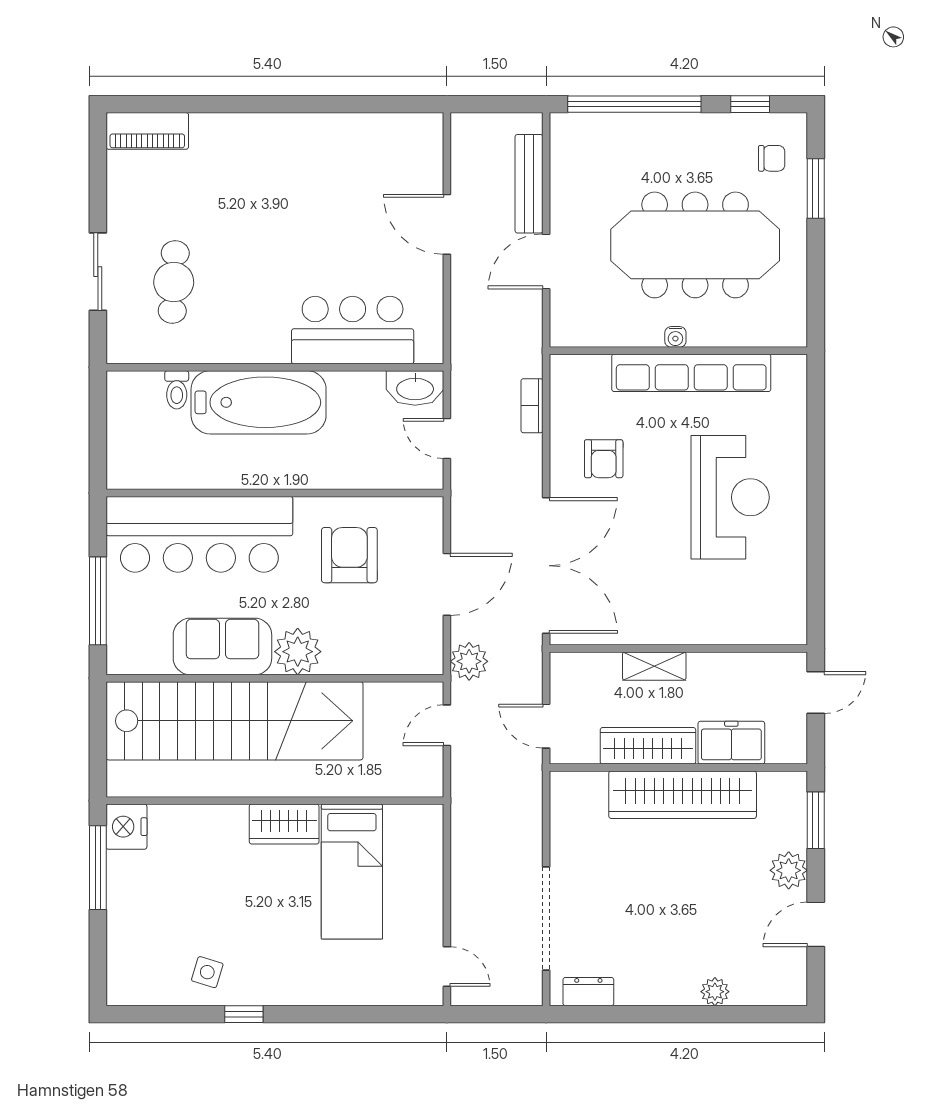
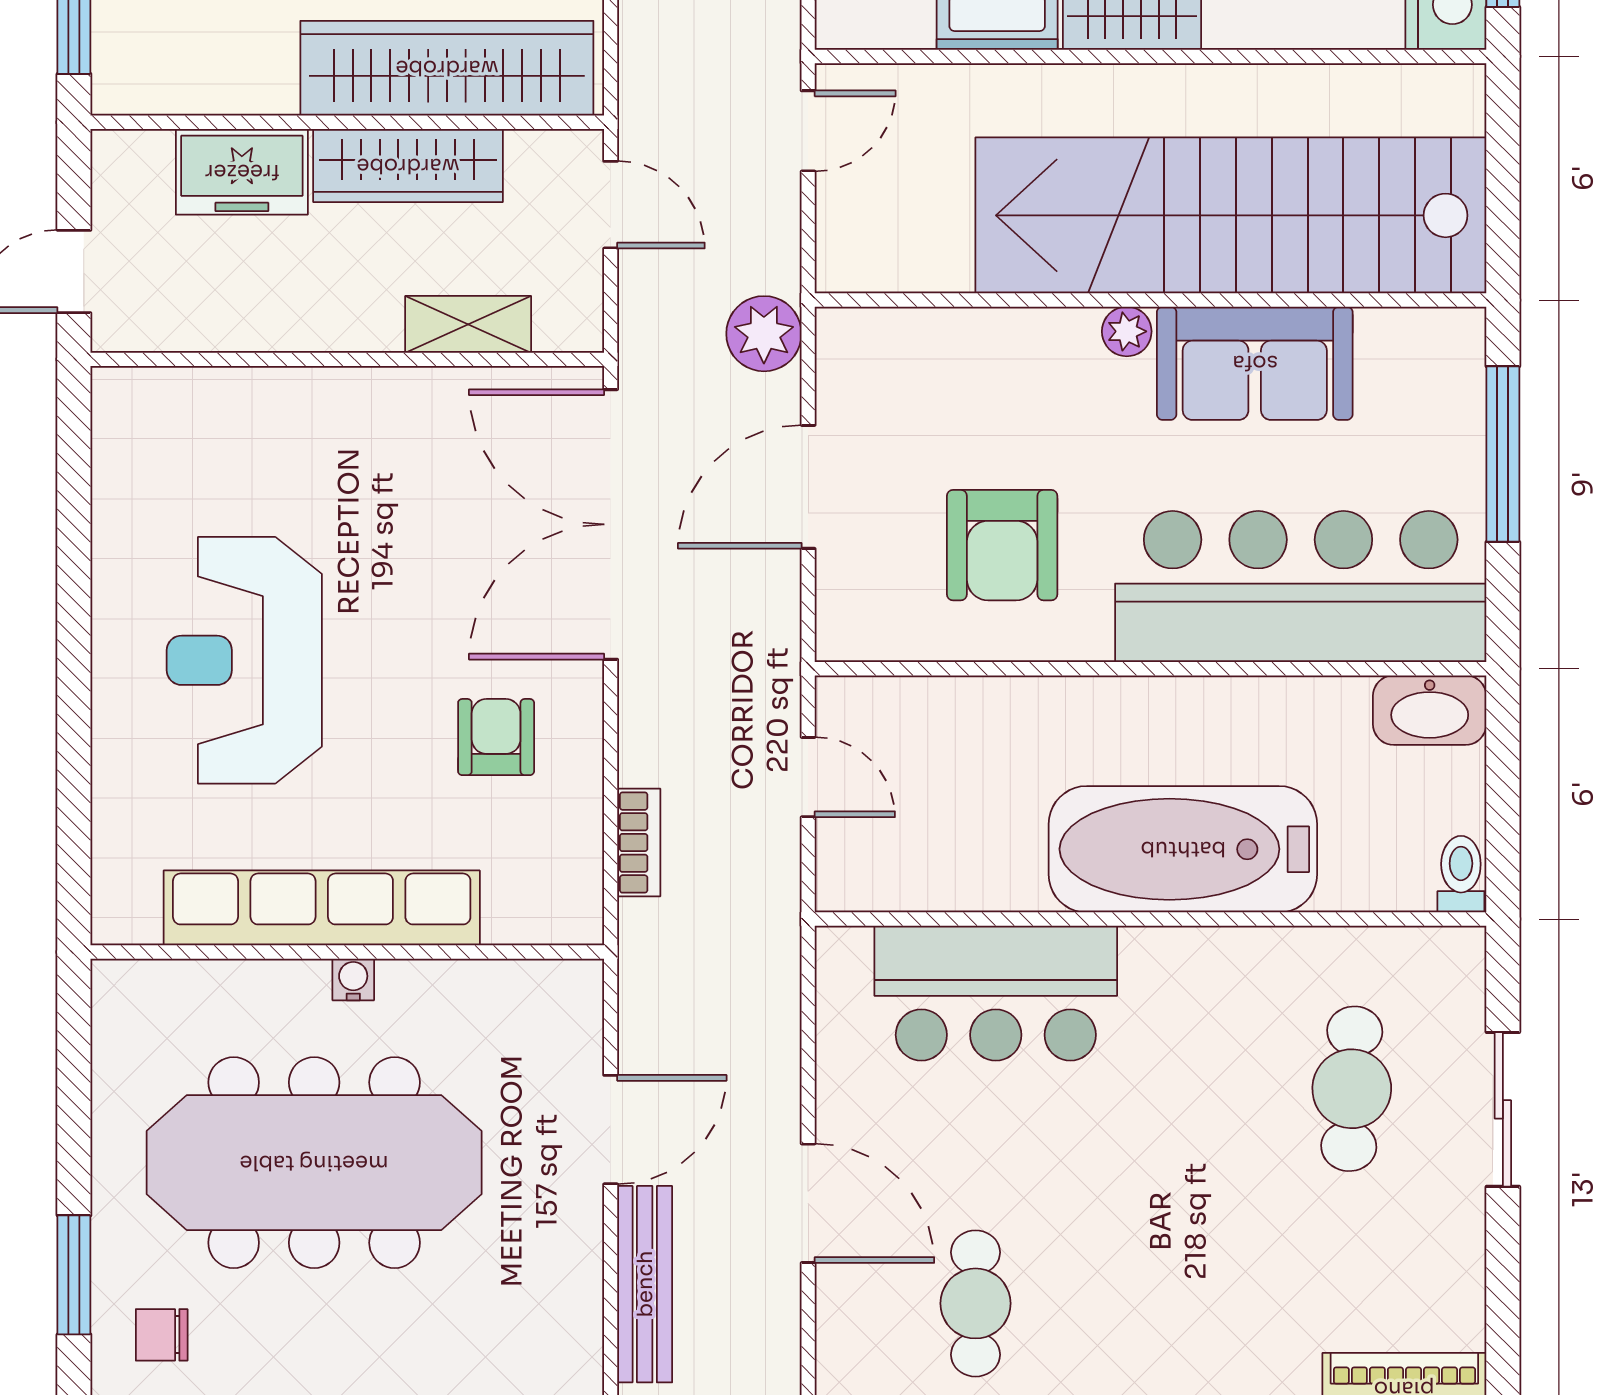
cafe table: (363, 174) -> (975, 1303), added
washbasin: (415, 388) -> (1430, 710), moved, turned 180
toilet: (177, 390) -> (1461, 874), moved
plant: (298, 652) -> (1127, 331), width x0.53, depth x0.53
shelving: (654, 666) -> (468, 324), moved
door: (447, 725) -> (808, 131), moved
wardrobe: (683, 795) -> (447, 68), moved

